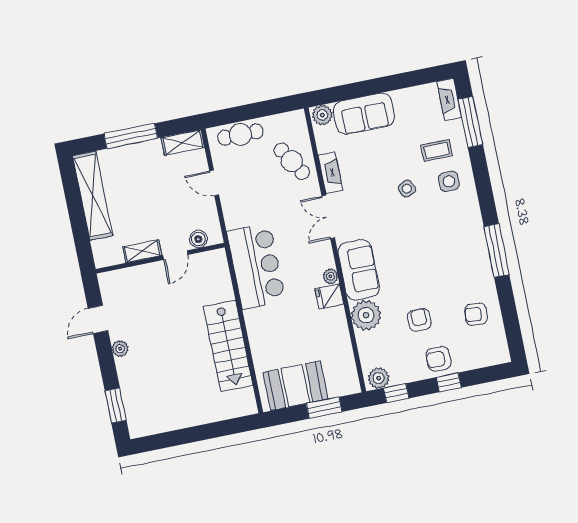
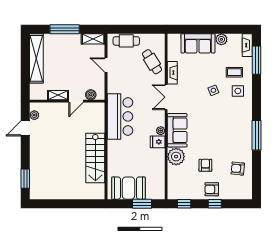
plant: (322, 115) -> (221, 39), moved
plant: (120, 349) -> (34, 115), moved
plant: (379, 378) -> (176, 193), removed

